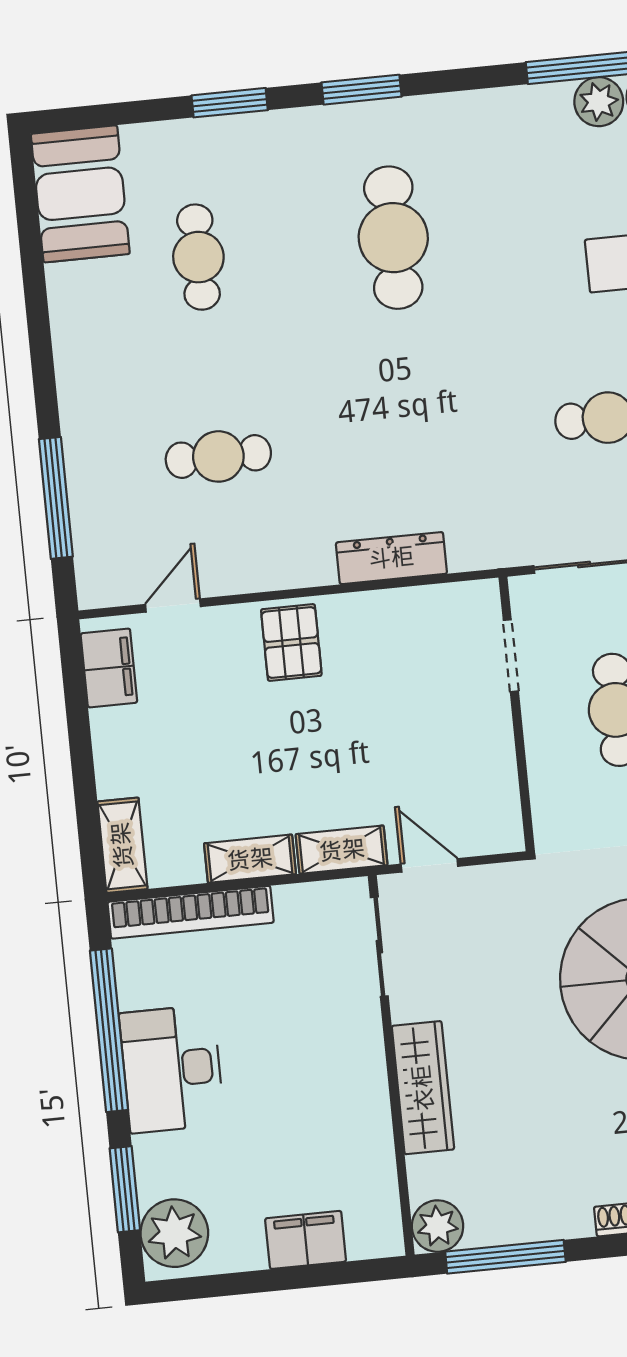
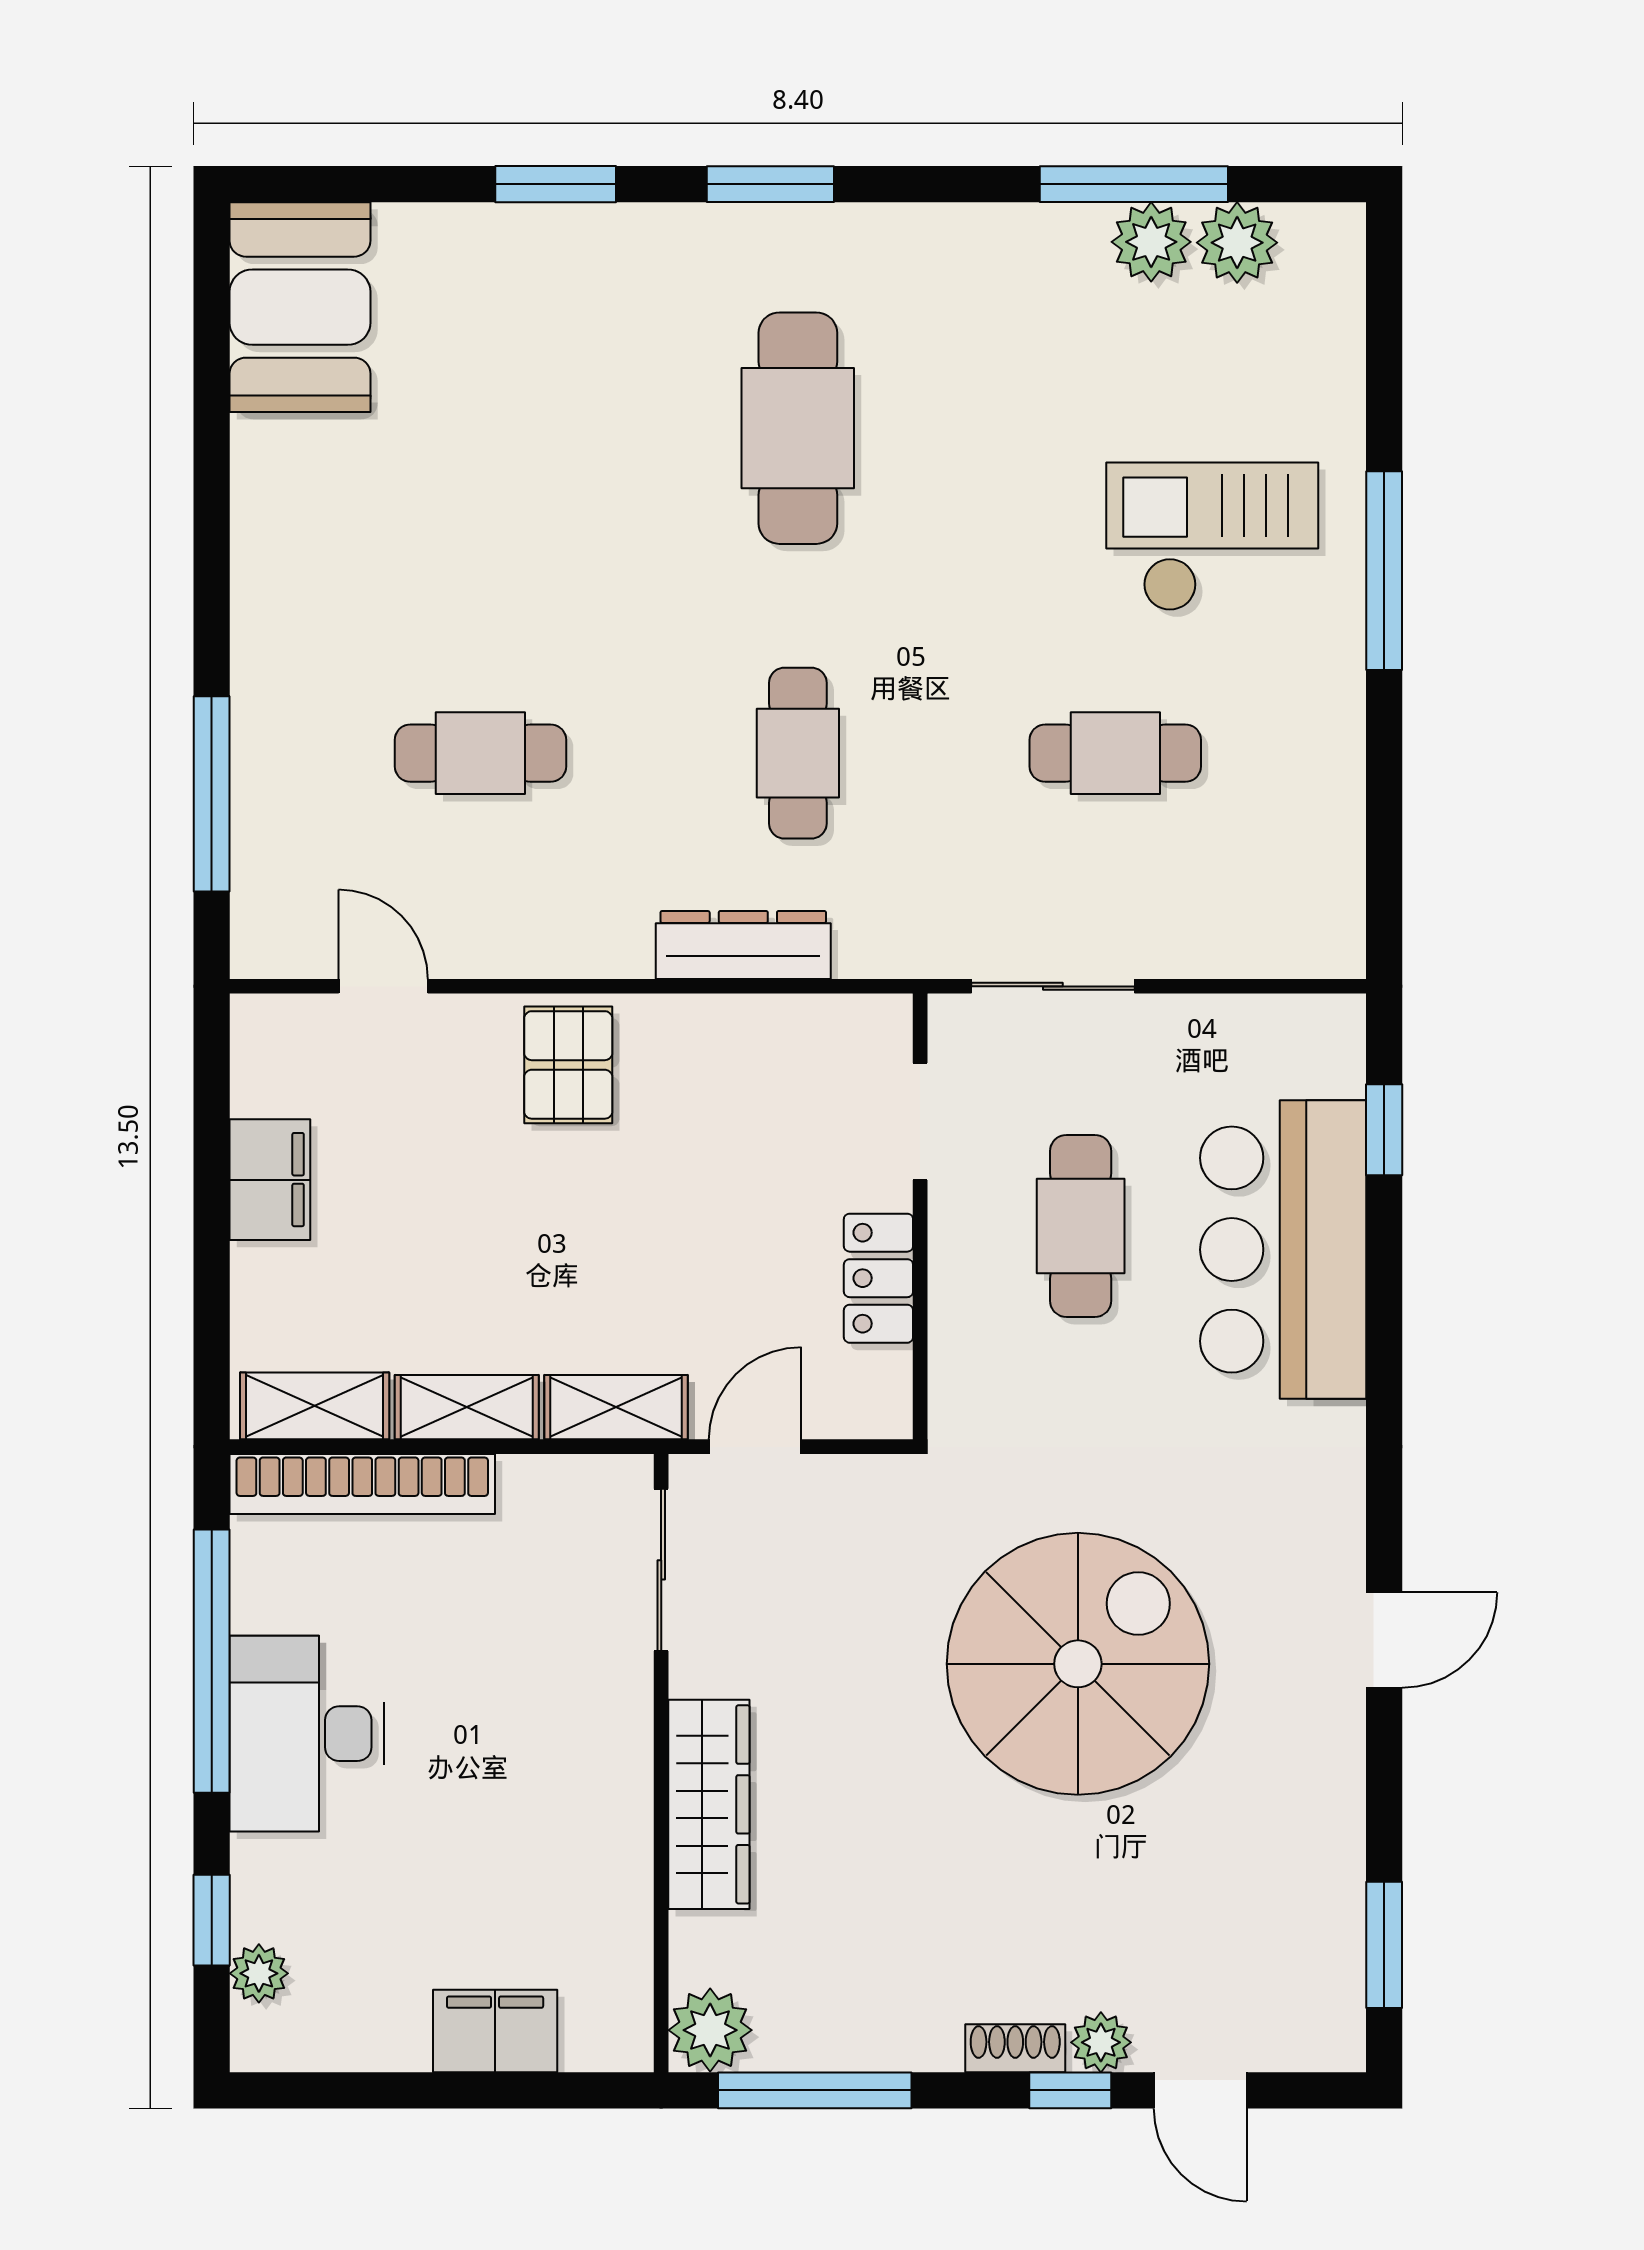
cafe table: (198, 257) -> (798, 753), moved
door: (173, 606) -> (383, 986), hinge flipped
filing cabinet: (109, 668) -> (270, 1180), moved
locker: (495, 754) -> (878, 1278), added
shelving: (122, 845) -> (315, 1406), moved, turned 90
door: (429, 865) -> (755, 1447), hinge flipped
window: (125, 1189) -> (212, 1920), width x0.67
plant: (174, 1233) -> (259, 1973), width x0.53, depth x0.53

